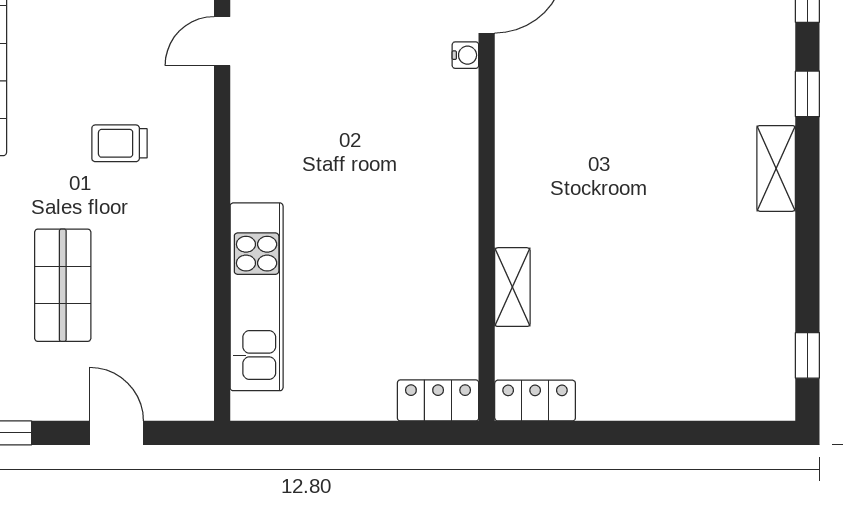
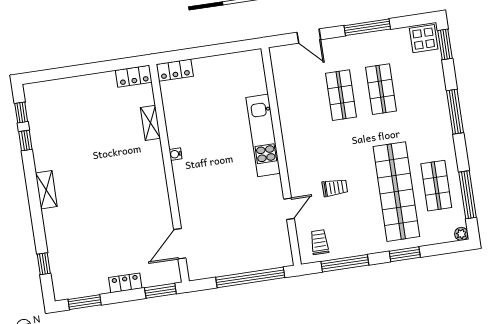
water cooler: (465, 55) -> (175, 154), moved
window: (807, 94) -> (25, 141), moved
trolley: (119, 143) -> (335, 188), moved
kitchen unit: (257, 297) -> (263, 135), moved

